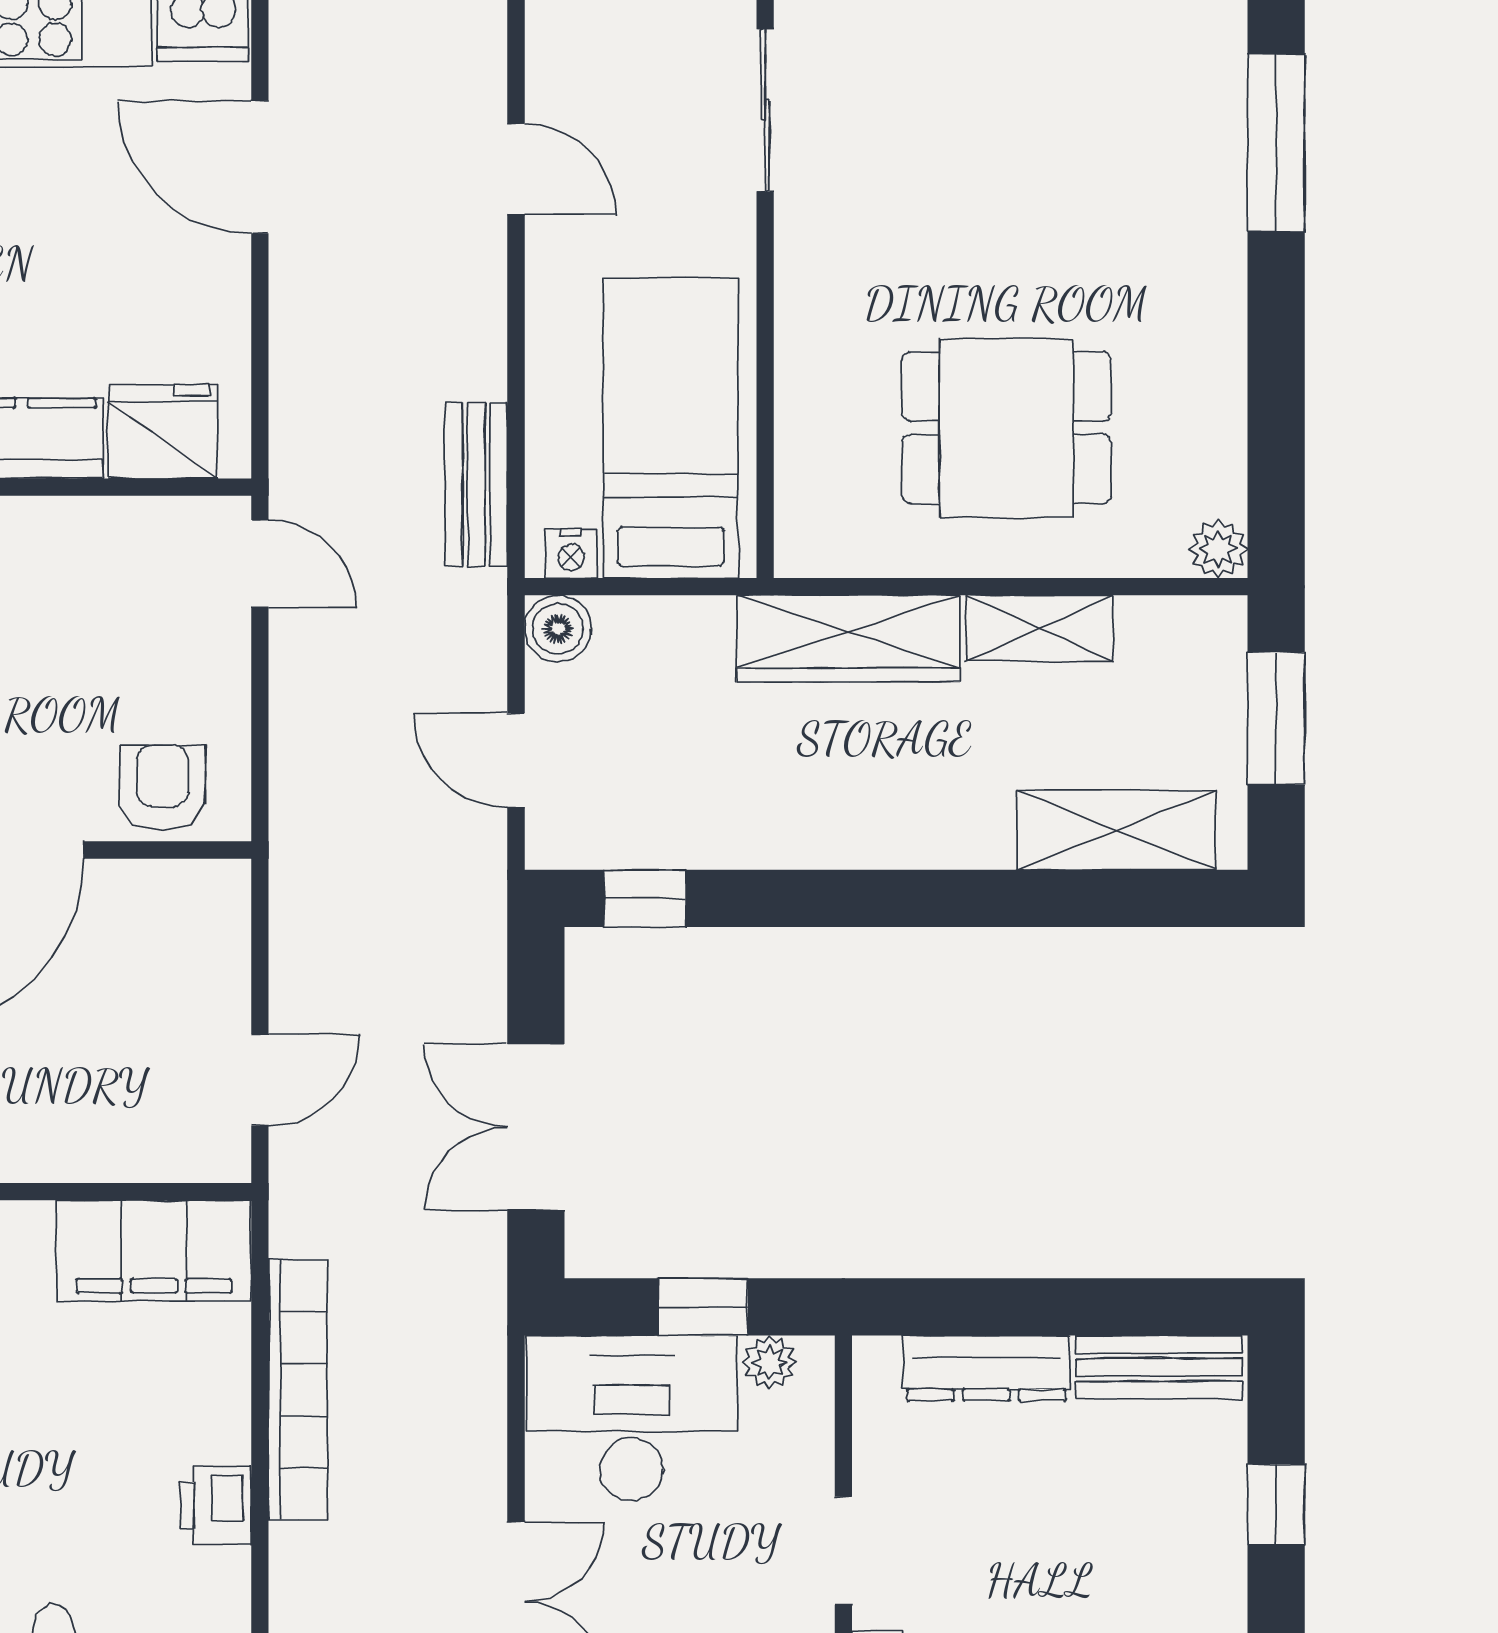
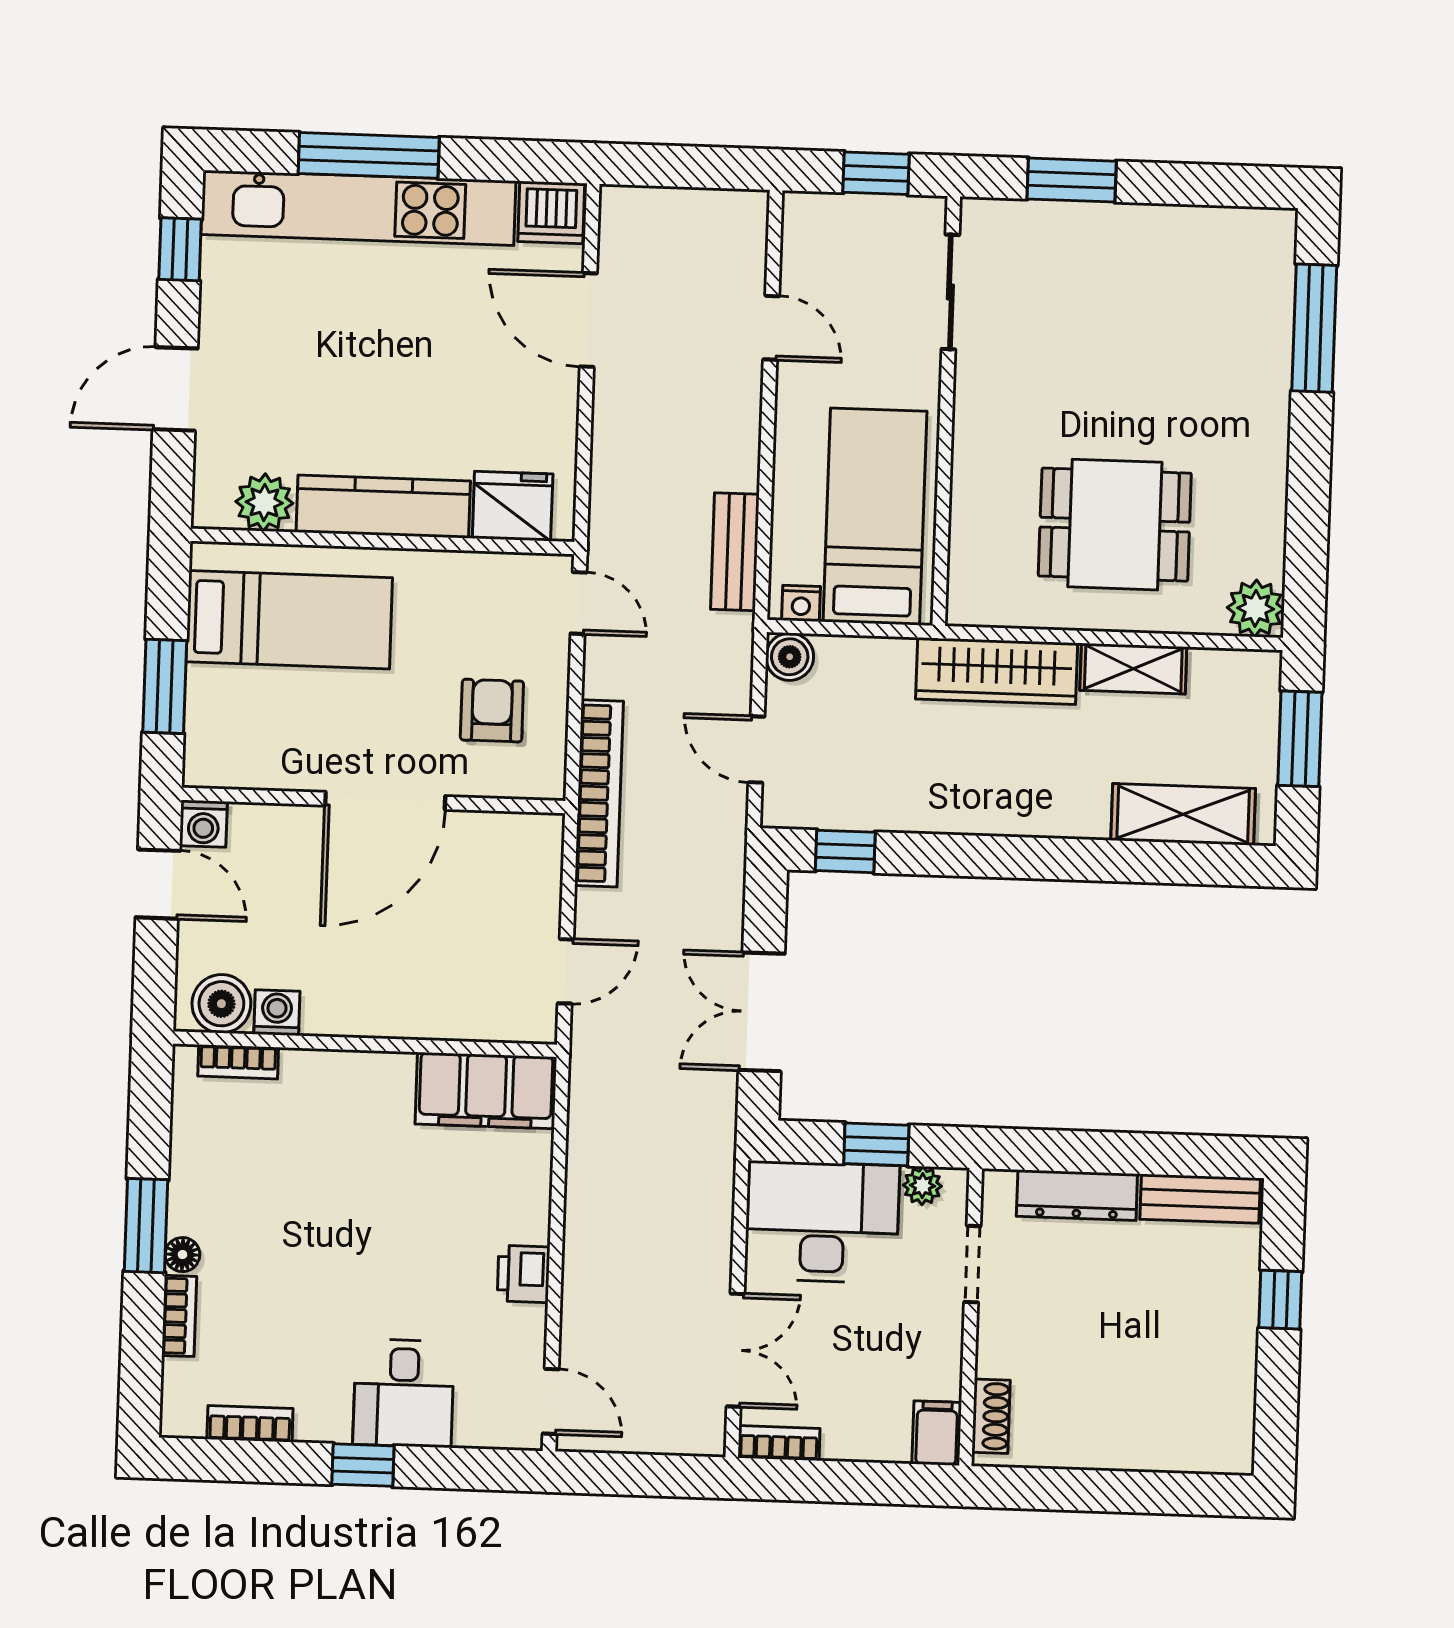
plant: (1219, 549) -> (1256, 608), width x1.38, depth x1.38
armchair: (162, 788) -> (492, 711), moved
bookcase: (298, 1390) -> (599, 793), moved
doorway: (843, 1551) -> (972, 1264), moved

